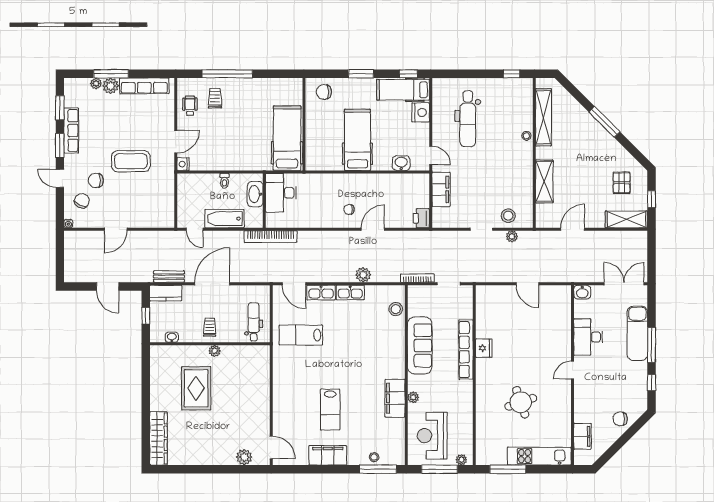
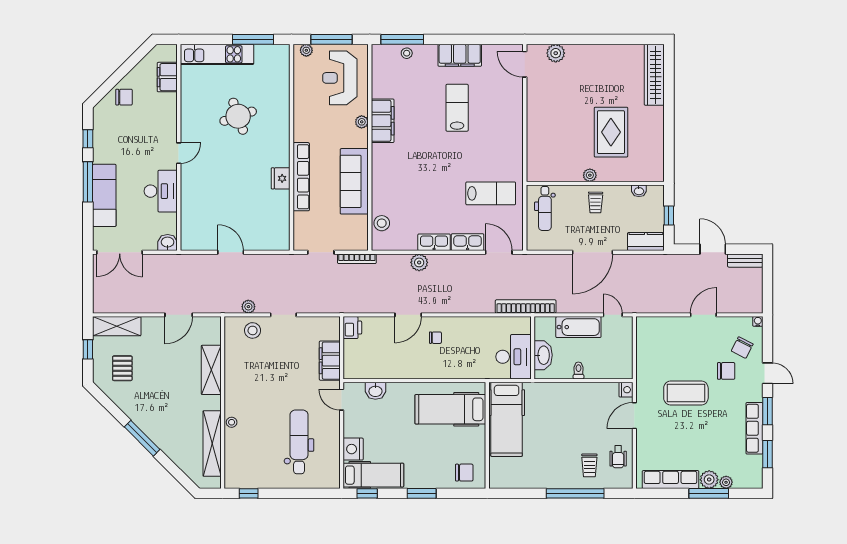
hospital bed: (357, 140) -> (450, 409), moved, turned 90
bench: (169, 277) -> (745, 261), moved
reception desk: (432, 436) -> (340, 78), turned 180

